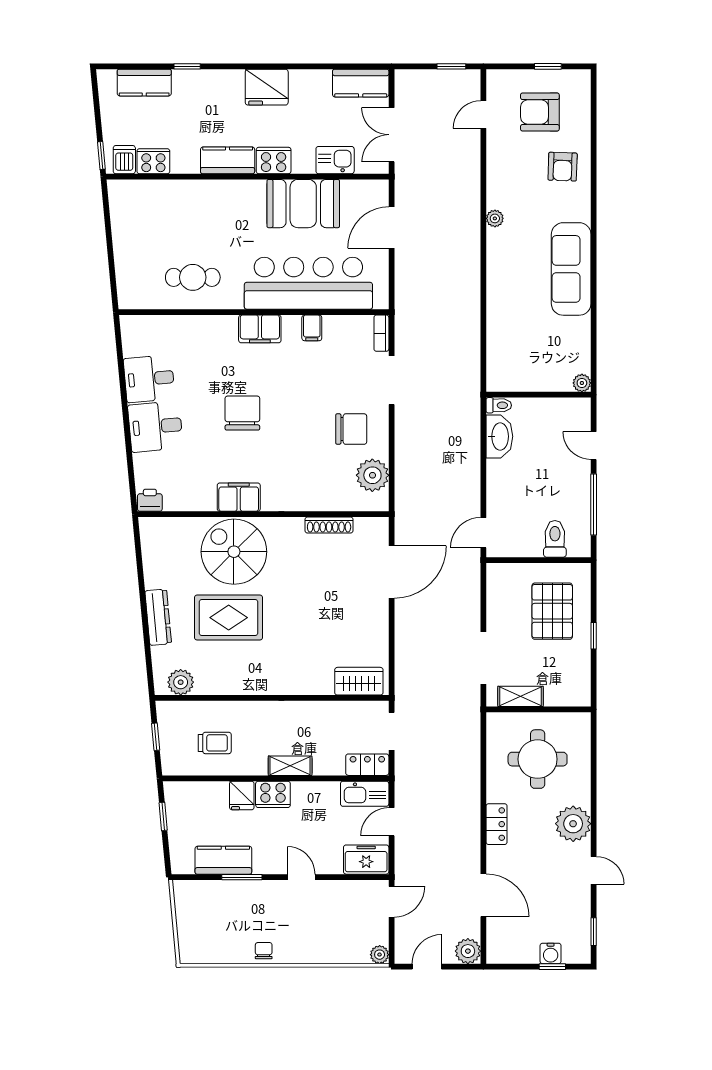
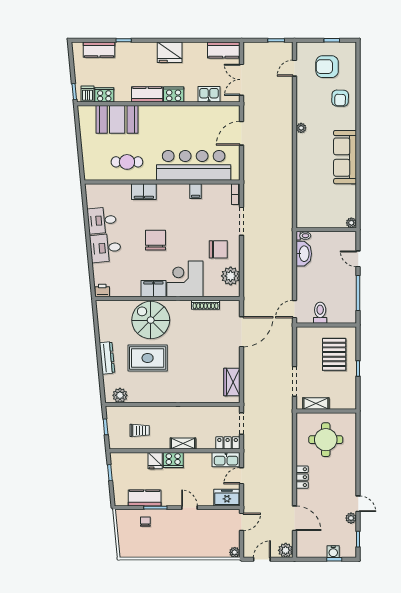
booth: (303, 204) -> (117, 119), moved
filing cabinet: (260, 329) -> (144, 192), moved
corner desk: (293, 480) -> (185, 279), added
toilet: (555, 539) -> (320, 313), moved
wardrobe: (359, 681) -> (232, 382), moved, turned -90
plant: (573, 824) -> (351, 518), moved, width x0.53, depth x0.53
chair: (264, 951) -> (145, 522), moved

